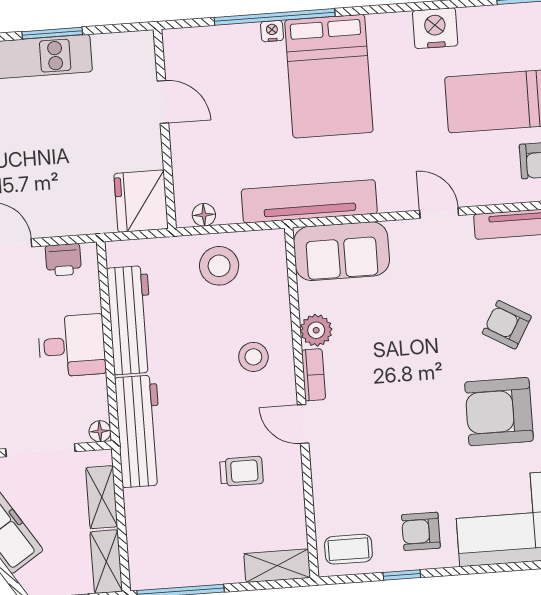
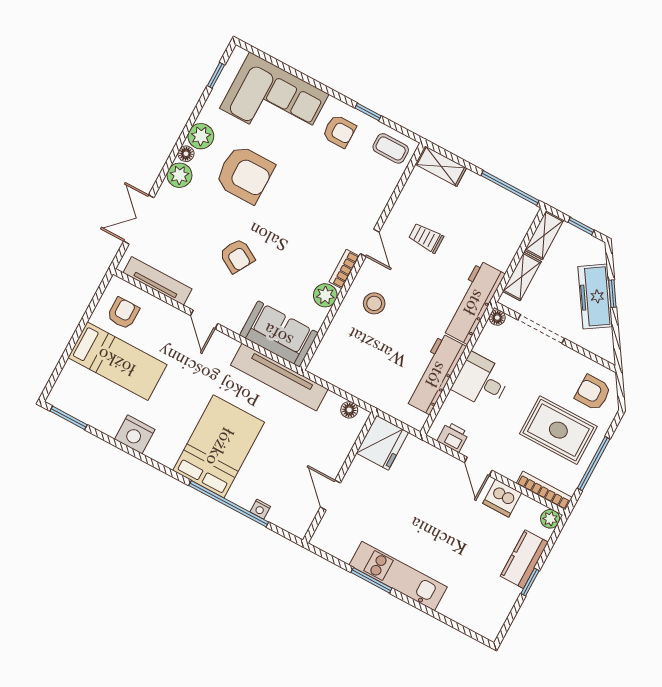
nightstand: (272, 31) -> (260, 509), moved
stool: (219, 266) -> (360, 373), removed
armchair: (507, 325) -> (237, 256), moved

